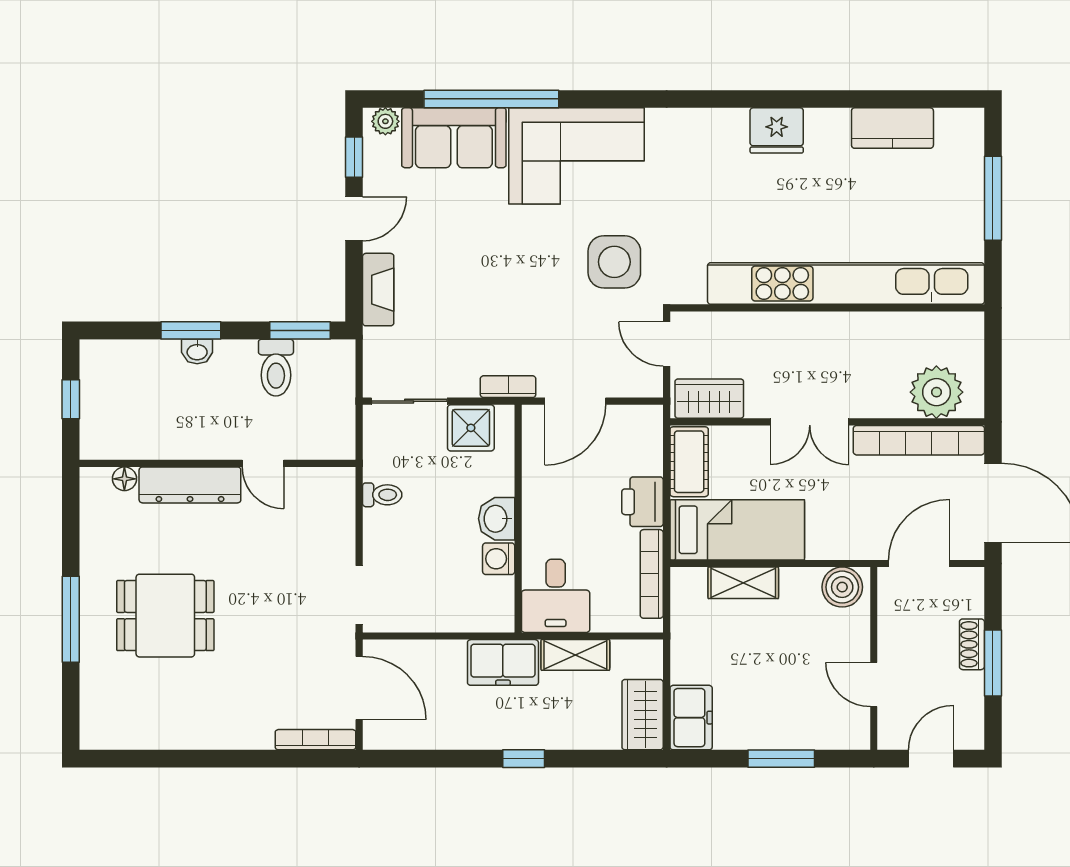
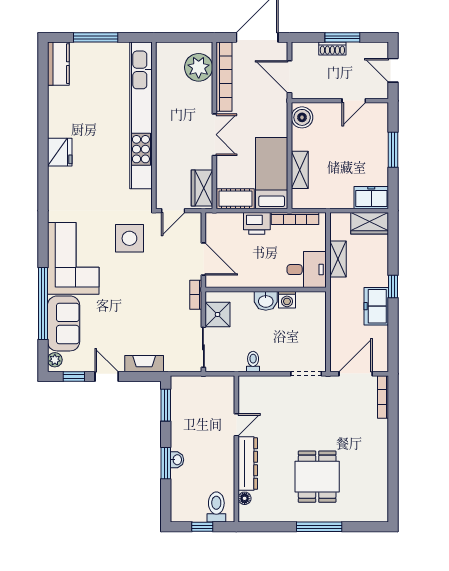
kitchen counter: (892, 128) -> (58, 64), moved
toilet: (276, 368) -> (216, 507), moved, turned -90
freezer: (503, 662) -> (376, 306), moved, turned 180

